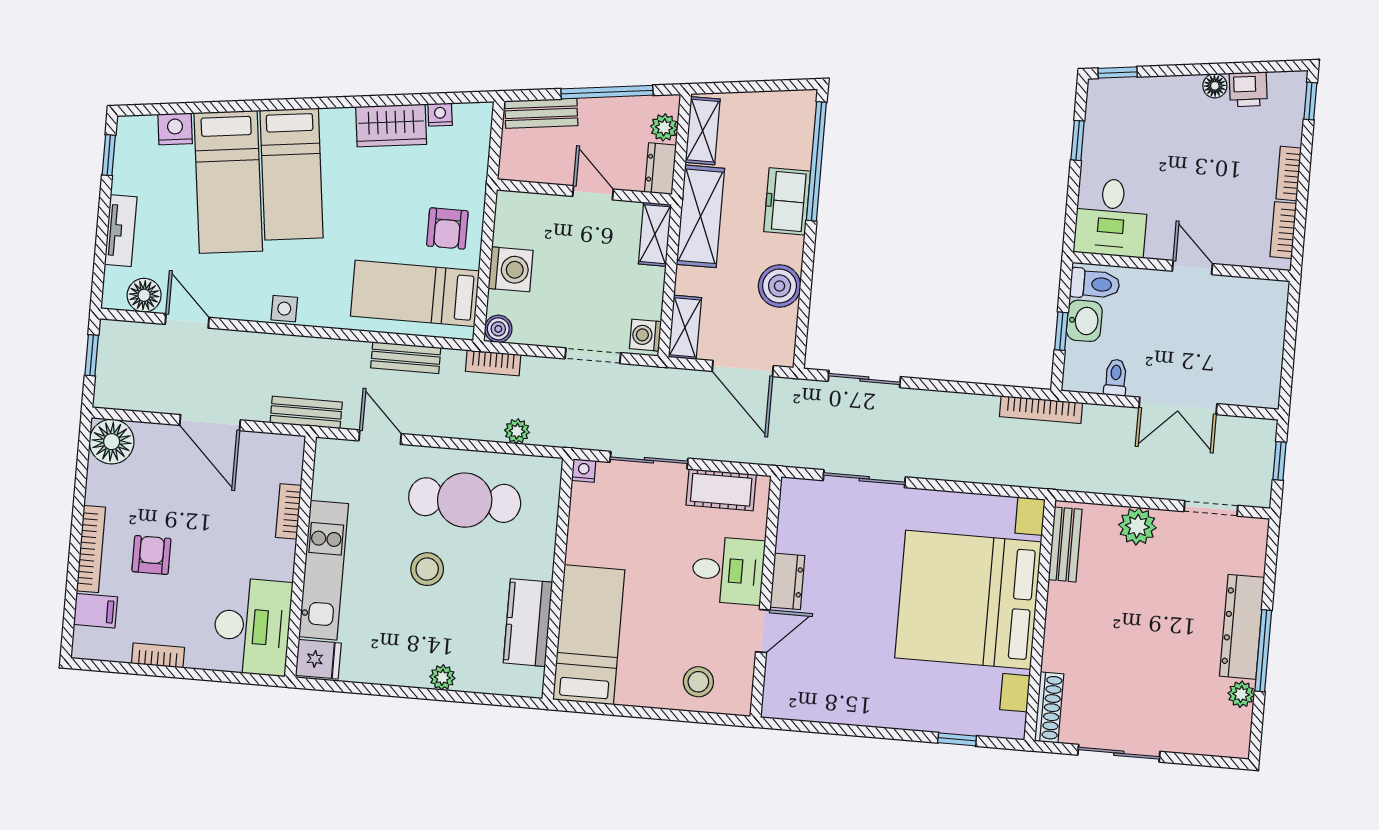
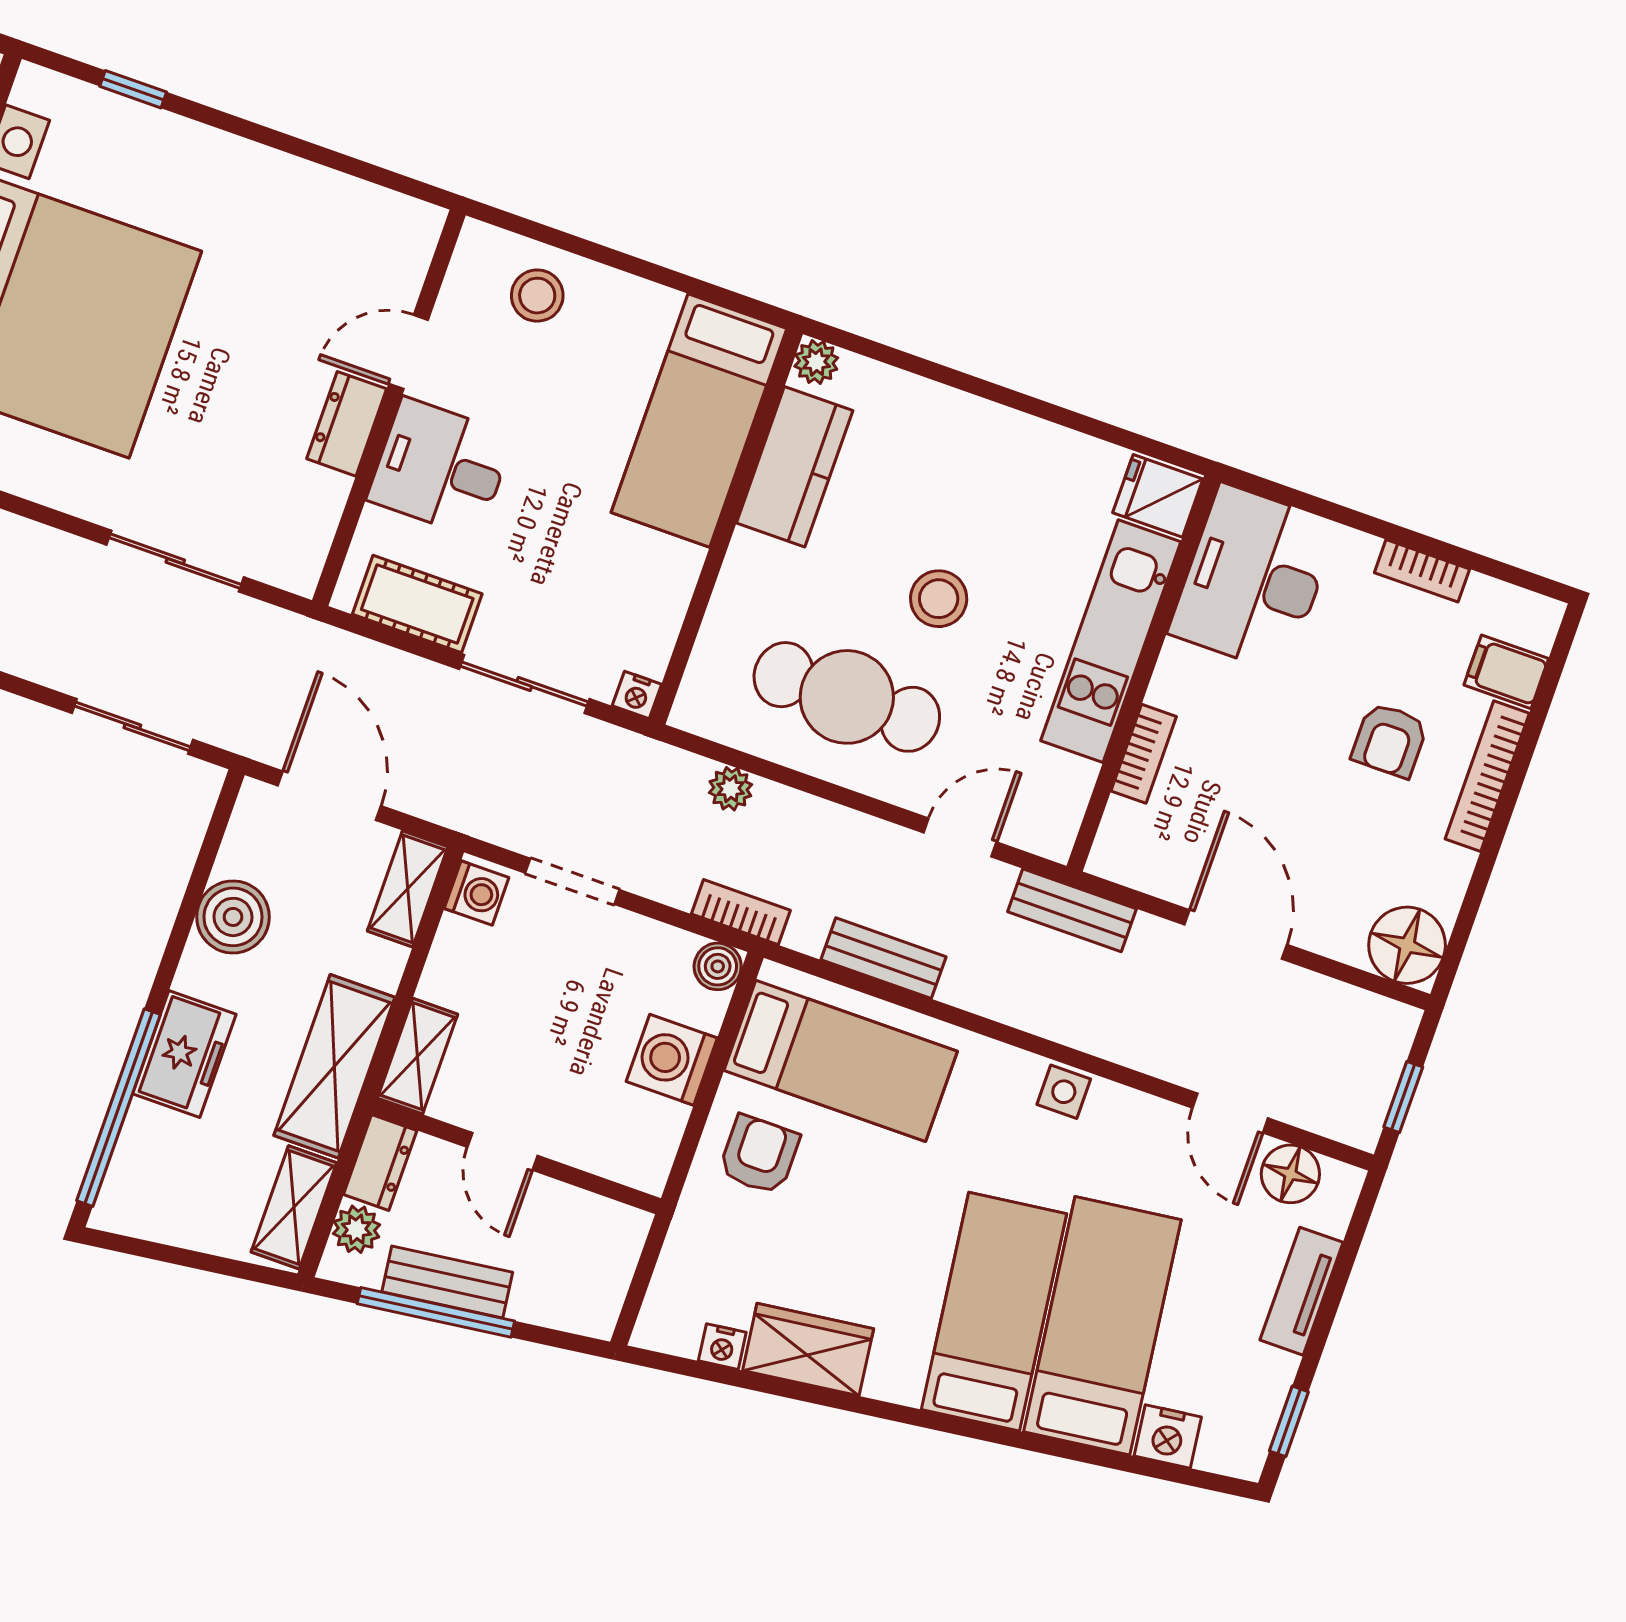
bench: (541, 113) -> (447, 1282), moved
door: (380, 437) -> (960, 837), swing flipped
plant: (442, 677) -> (816, 362), moved

